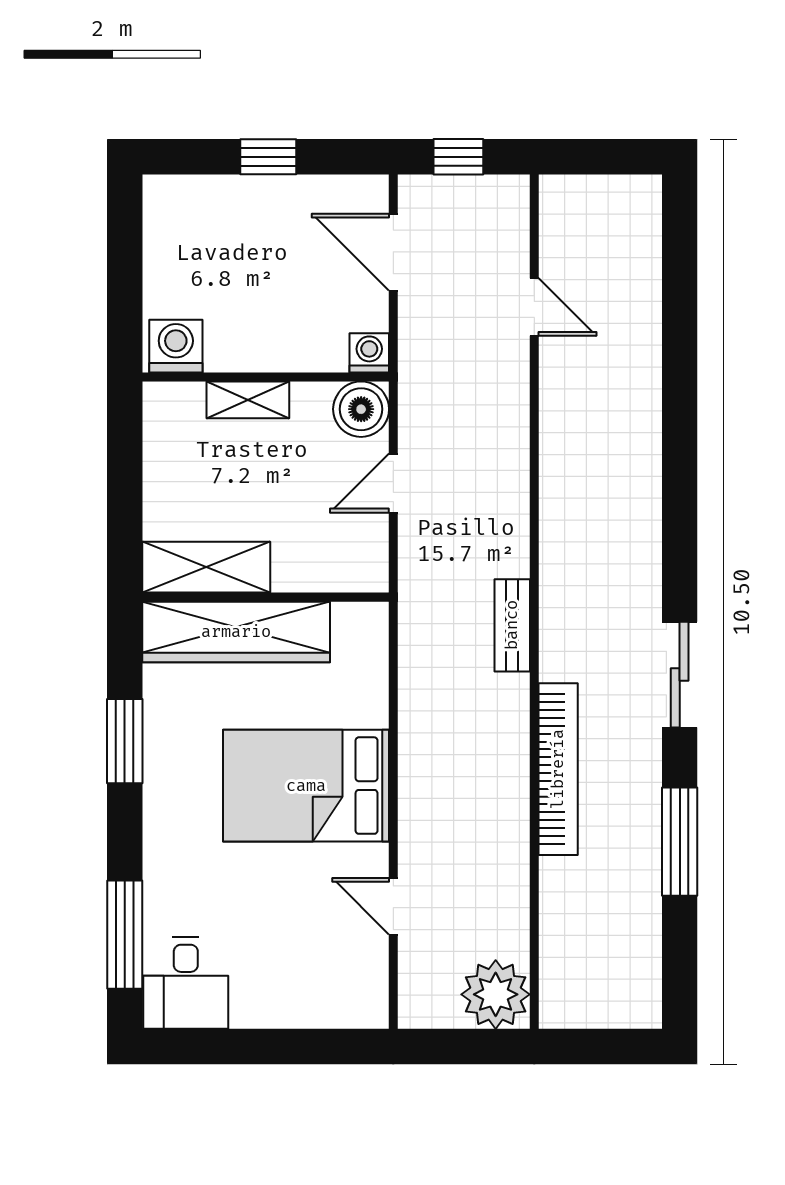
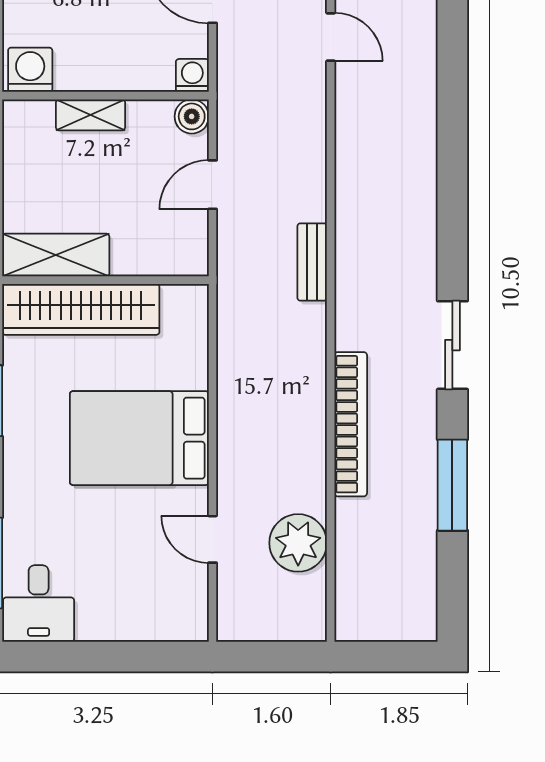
boiler: (361, 409) -> (192, 116), width x0.73, depth x0.73
bench: (512, 625) -> (312, 262), moved
plant: (496, 994) -> (298, 543), moved

